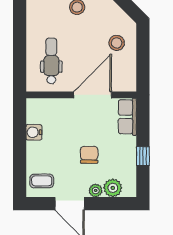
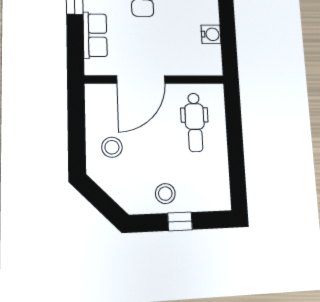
row of seats: (127, 117) -> (95, 35), moved

